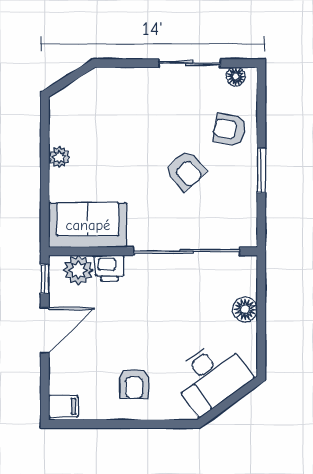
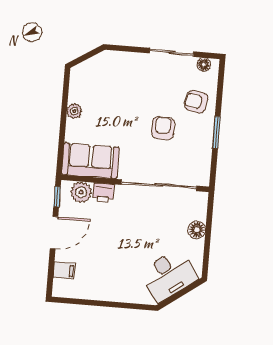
armchair: (186, 170) -> (163, 128), turned -138
armchair: (134, 383) -> (114, 276), removed
filing cabinet: (63, 406) -> (64, 270), moved

